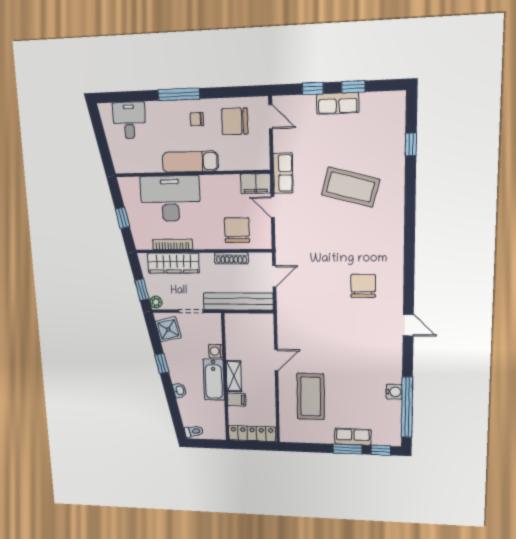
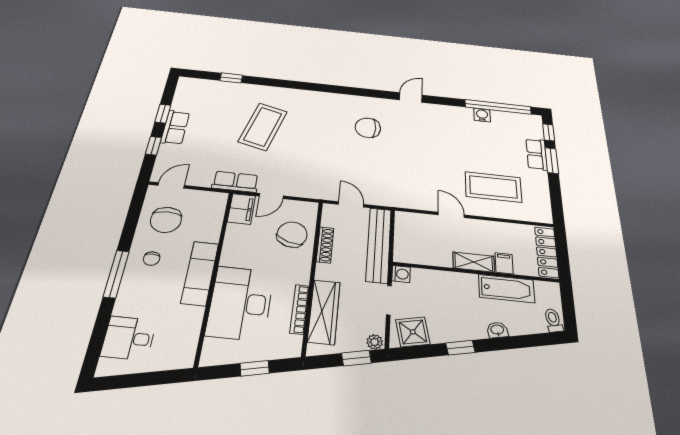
chair: (237, 230) -> (292, 234), turned 108
washing machine: (216, 351) -> (401, 274), moved, turned -90
bathtub: (214, 380) -> (506, 289), moved

